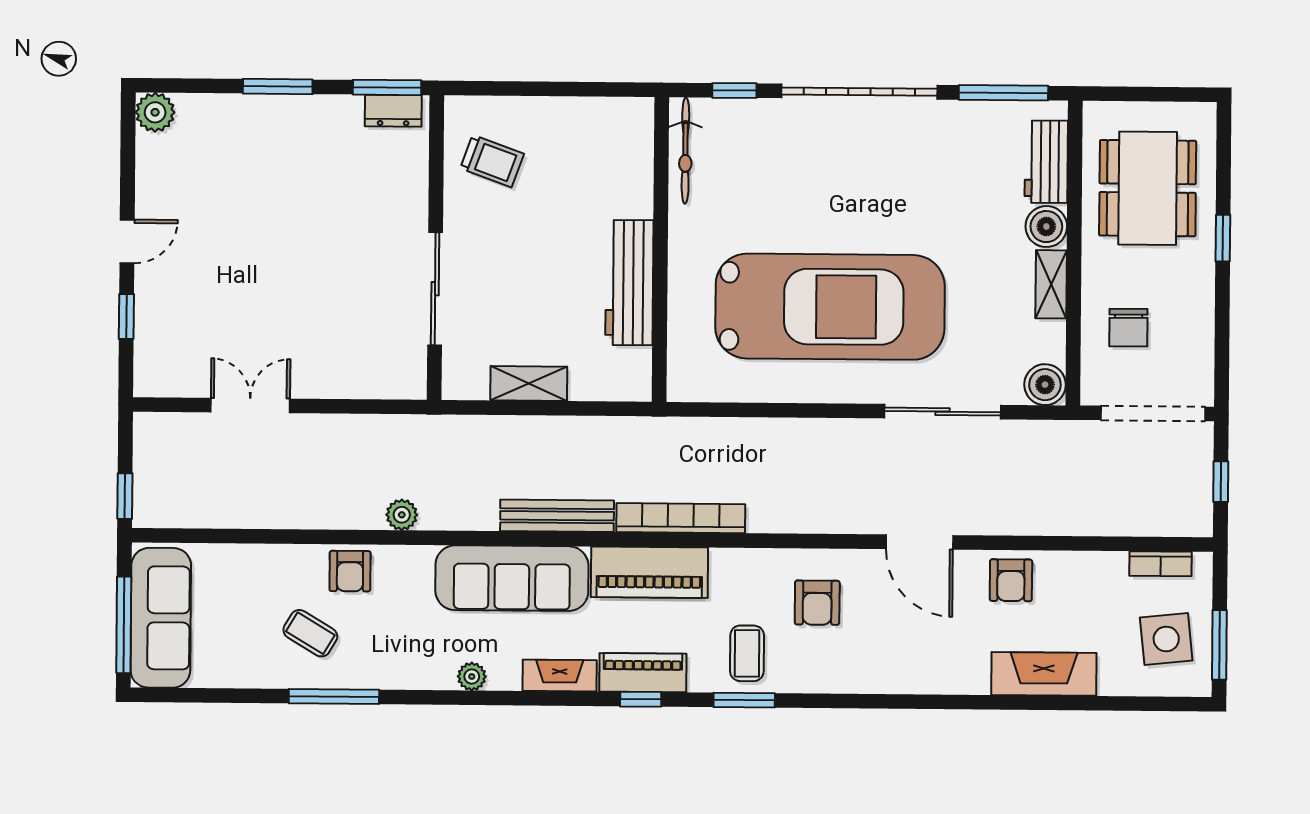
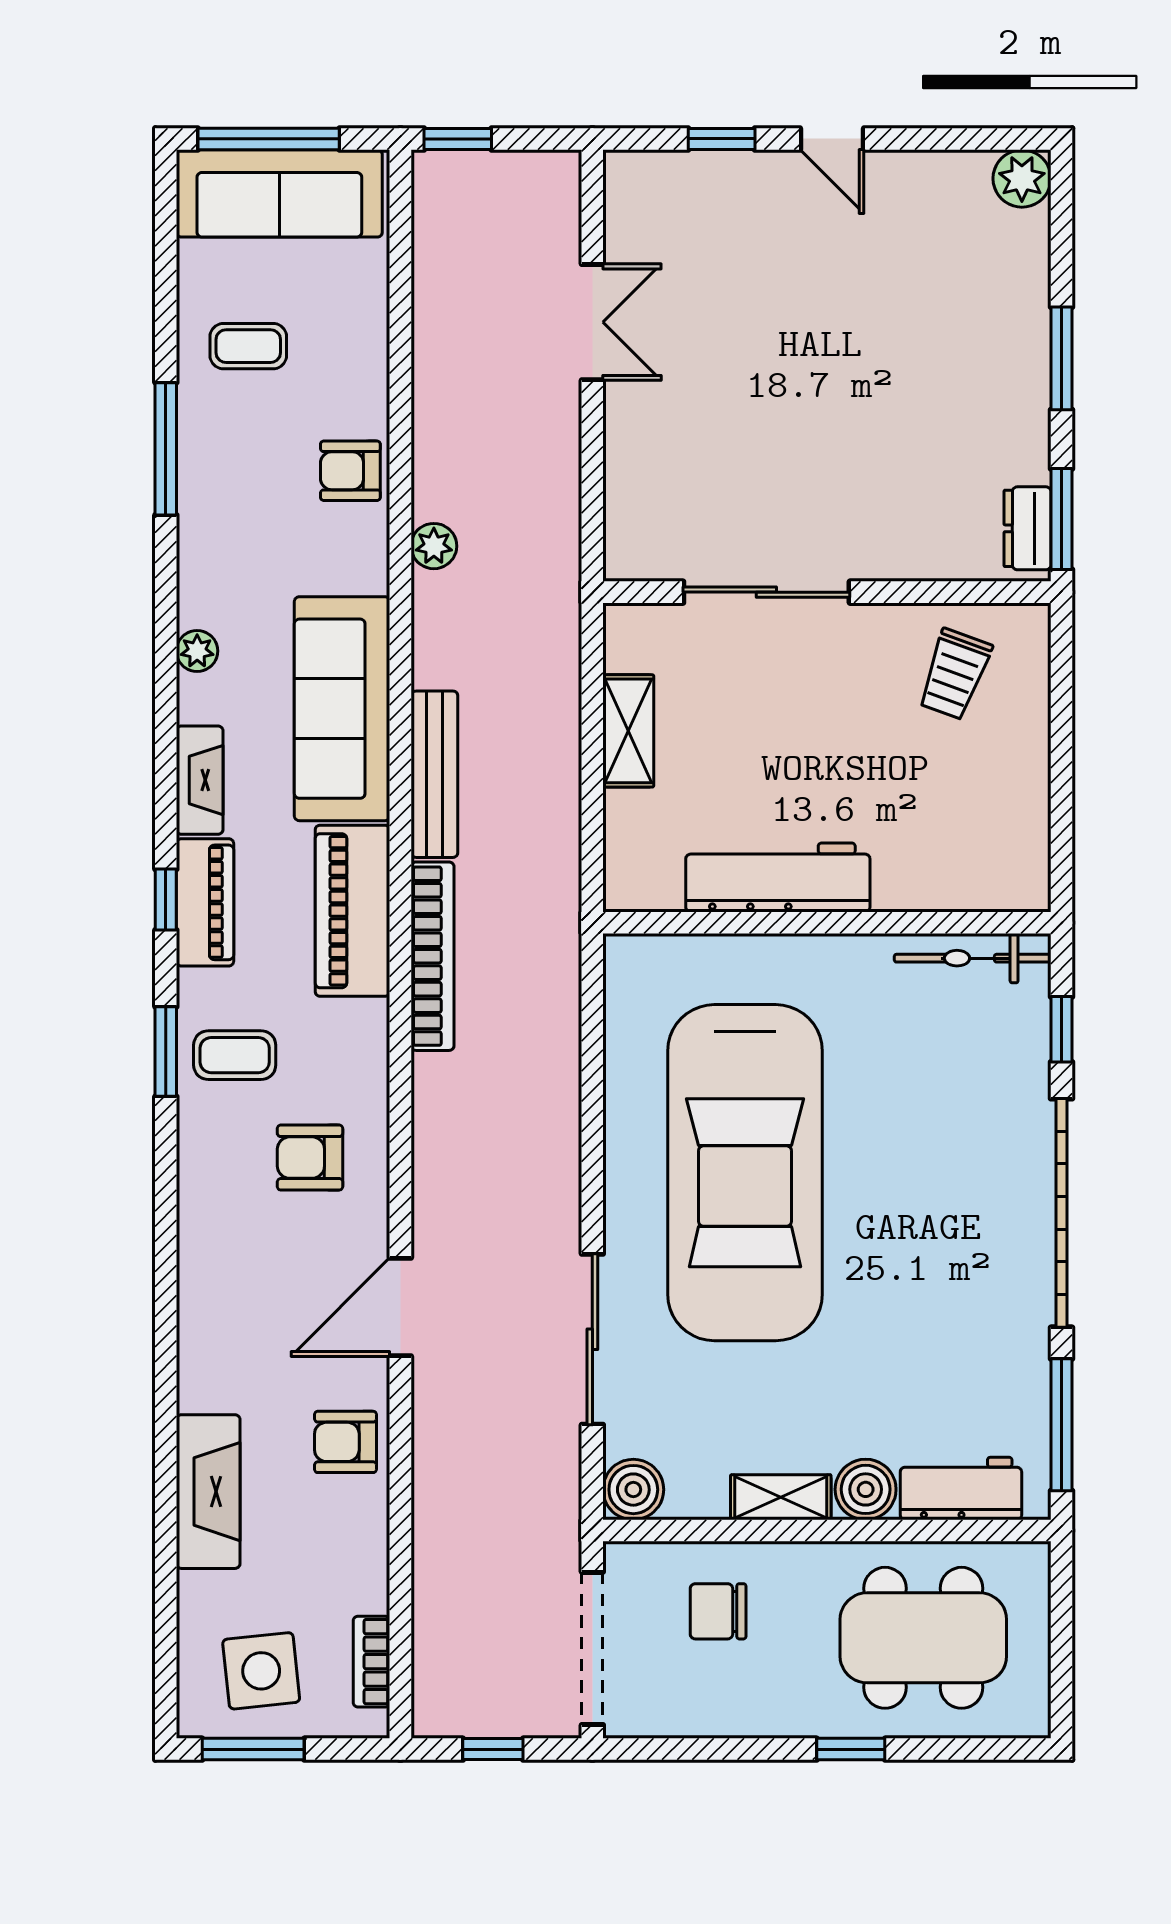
coffee table: (310, 633) -> (248, 346), moved, turned 59

